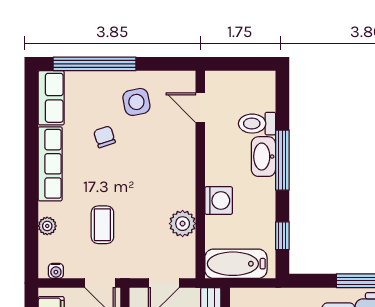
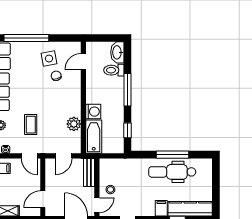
door: (200, 108) -> (83, 62), hinge flipped
chair: (104, 137) -> (56, 76), moved
washbasin: (263, 157) -> (117, 52), moved
bathtub: (236, 264) -> (94, 137), moved, turned 90

